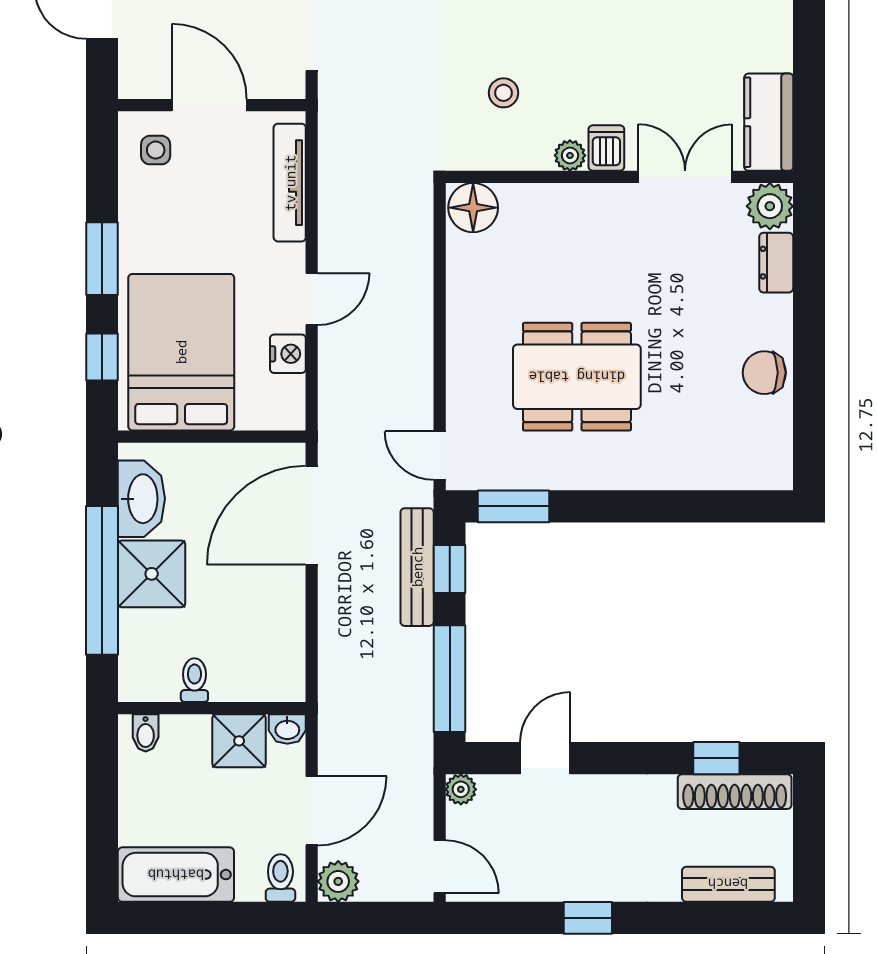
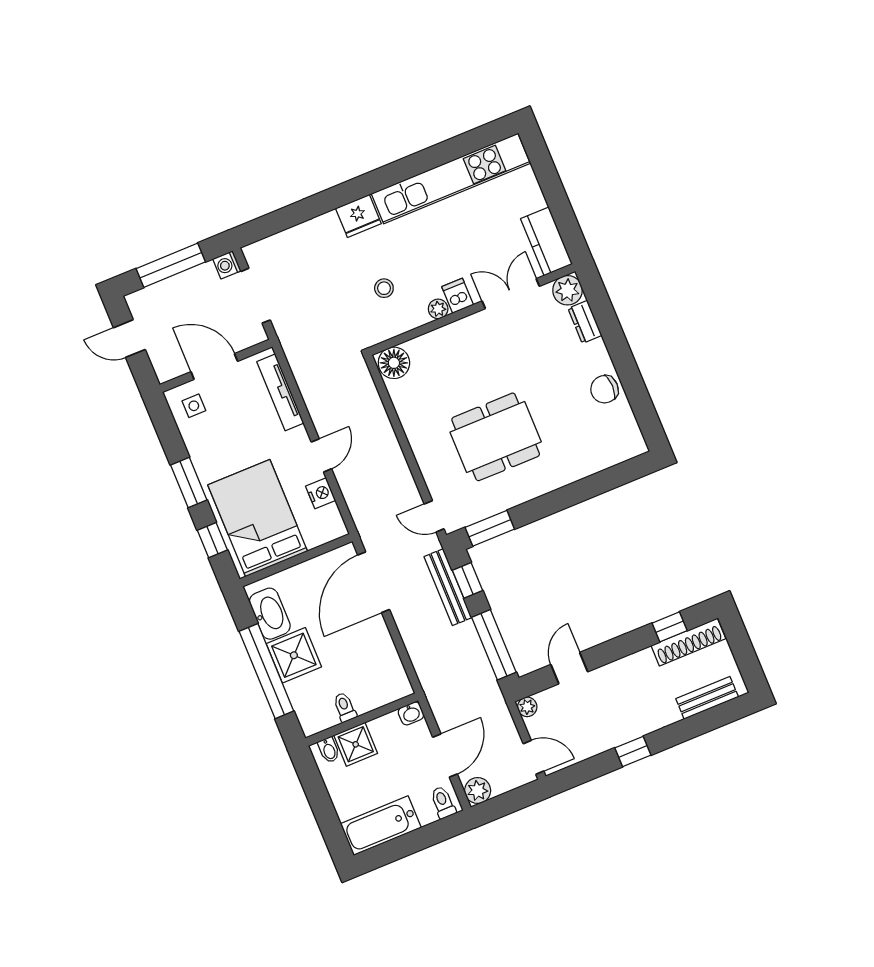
shower: (239, 741) -> (356, 744), moved

